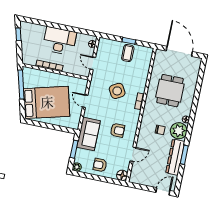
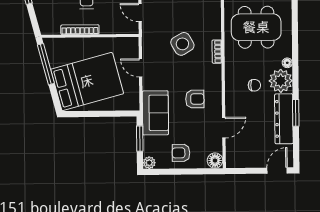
dining table: (170, 91) -> (256, 27), width x1.37

